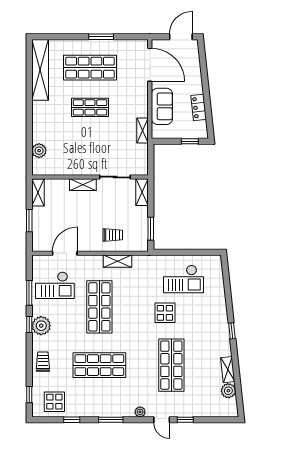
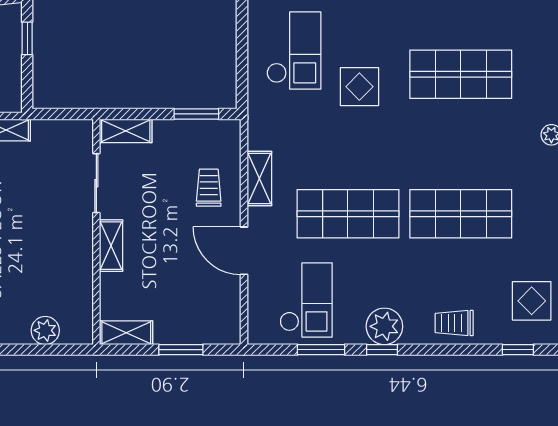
door: (65, 253) -> (244, 251), moved
shop shelf: (99, 365) -> (461, 214), turned 90

